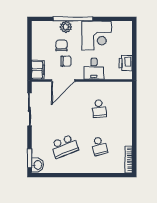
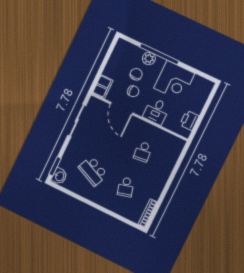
door: (63, 81) -> (122, 108), hinge flipped
school desk: (64, 146) -> (93, 171), turned 45

